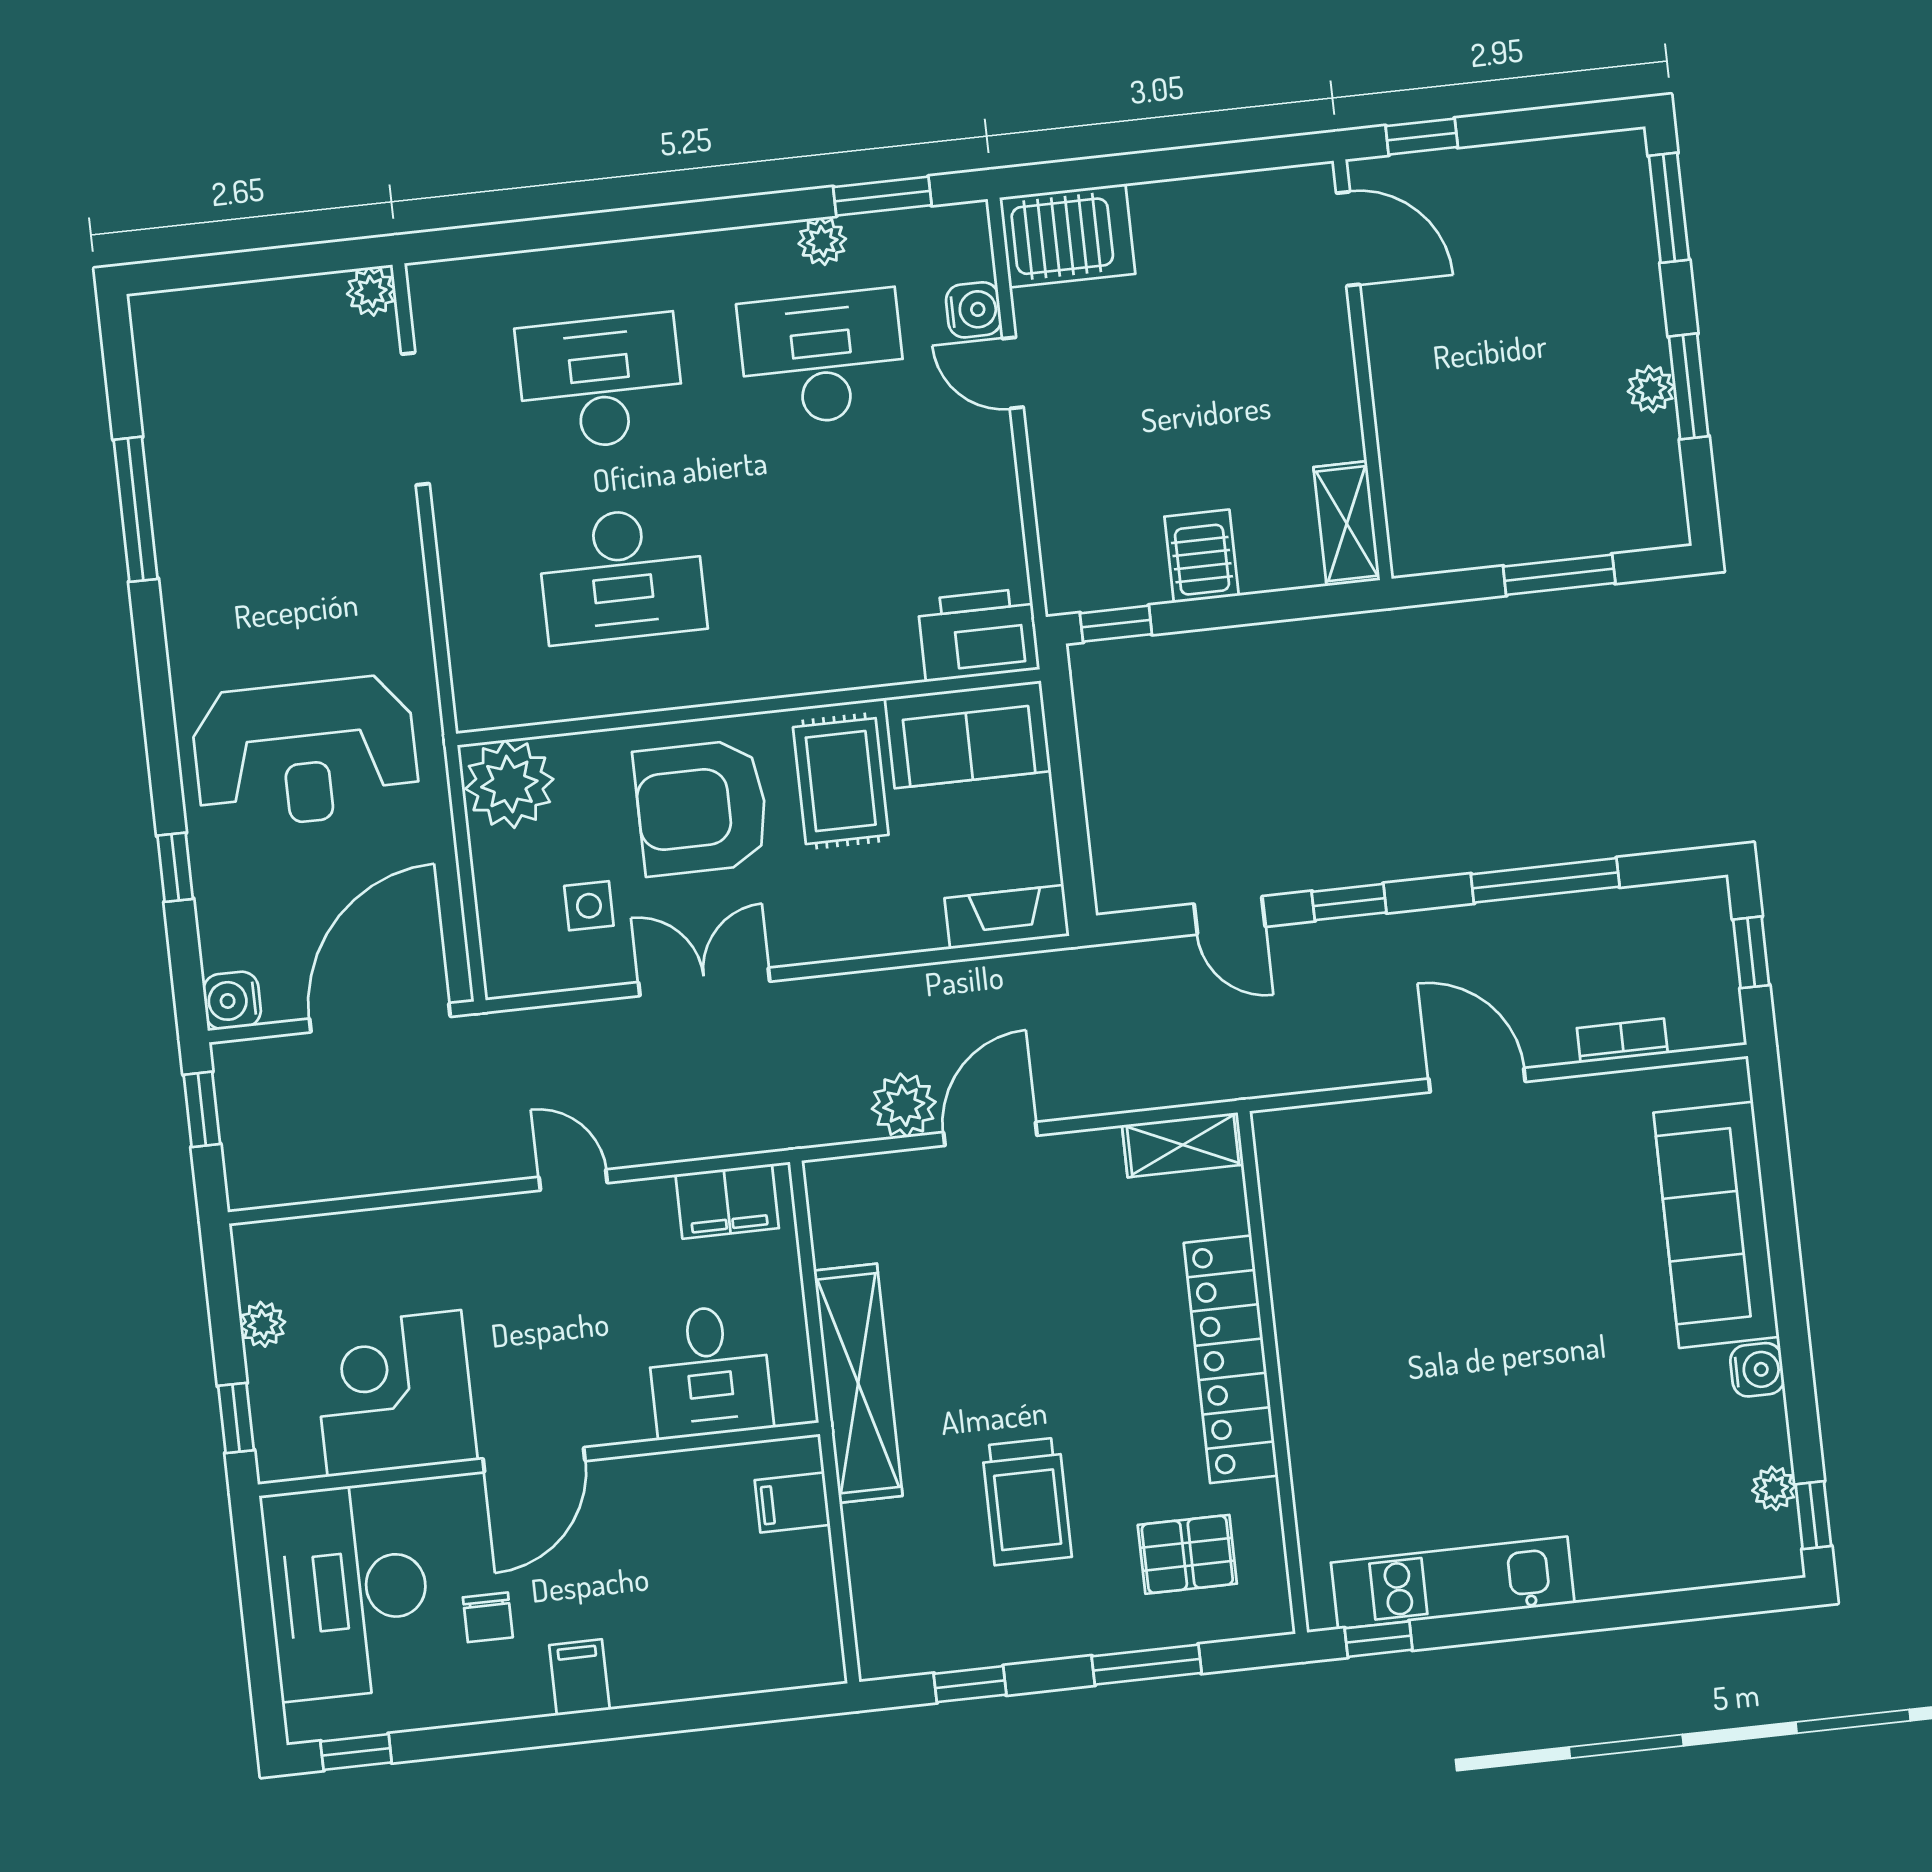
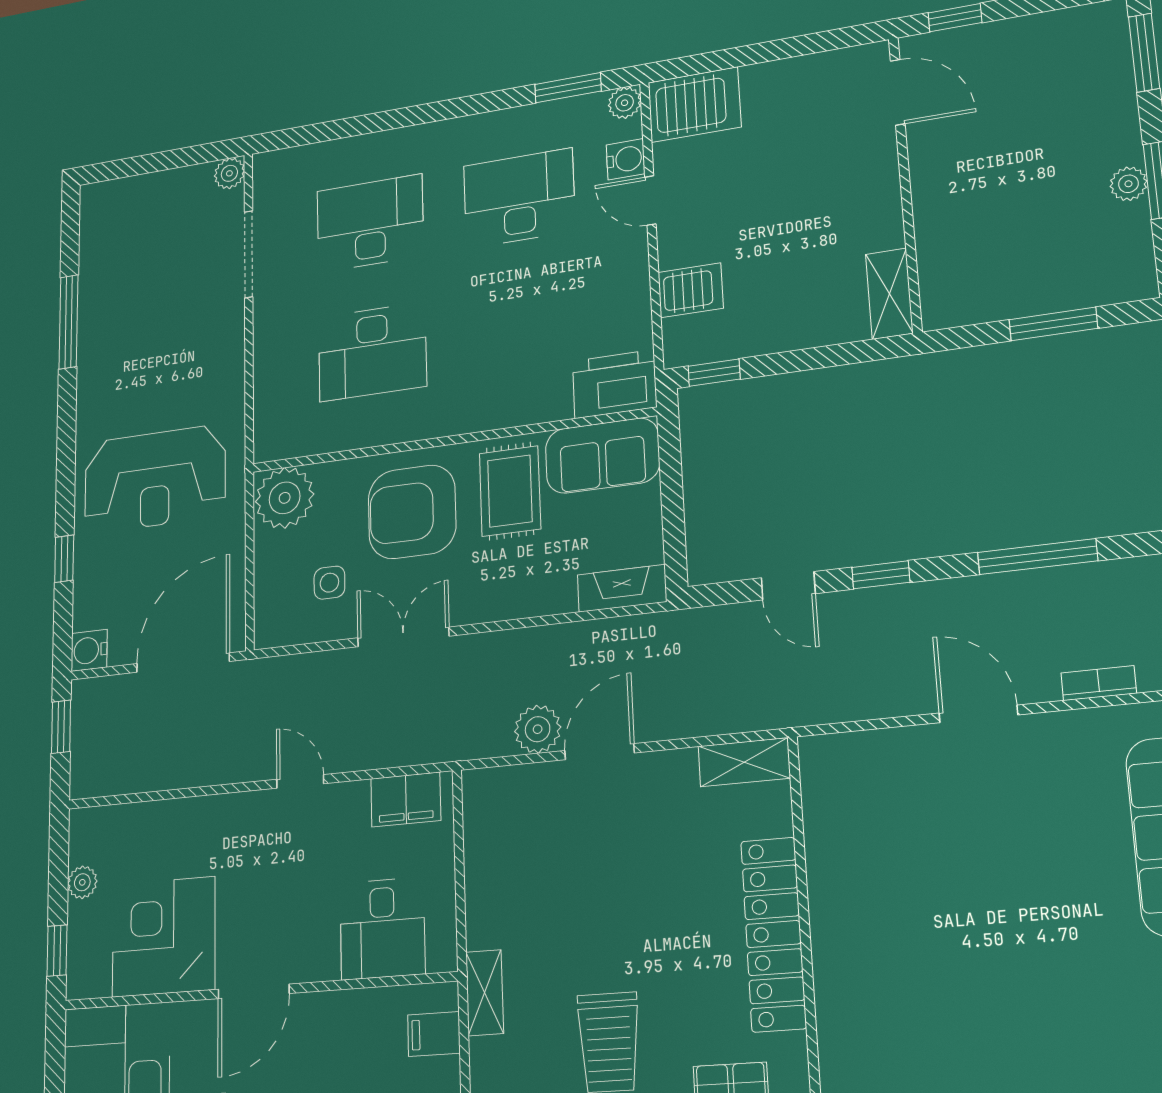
plant: (822, 241) -> (625, 103), moved
server rack: (1202, 556) -> (691, 290), moved, turned 90
shelving: (858, 1383) -> (485, 993), width x0.45, depth x0.75

